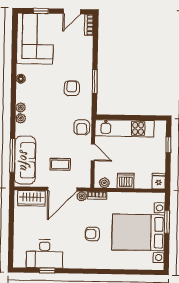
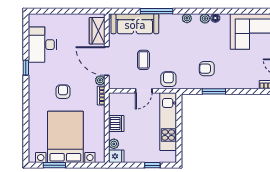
armchair: (72, 88) -> (207, 69), turned 180
plant: (21, 118) -> (205, 18), moved
armchair: (82, 127) -> (168, 79), turned 90
window: (12, 156) -> (156, 11), moved
coffee table: (60, 164) -> (143, 60), moved
plant: (104, 183) -> (114, 144), moved
window: (167, 222) -> (54, 165), moved
window: (47, 271) -> (26, 68), moved

